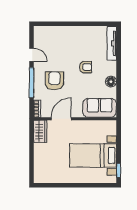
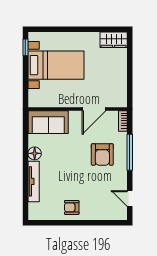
tv unit: (112, 43) -> (34, 181), moved
door: (32, 55) -> (130, 199), moved
armchair: (85, 67) -> (72, 207), moved
wardrobe: (40, 131) -> (114, 40), moved, turned -90

